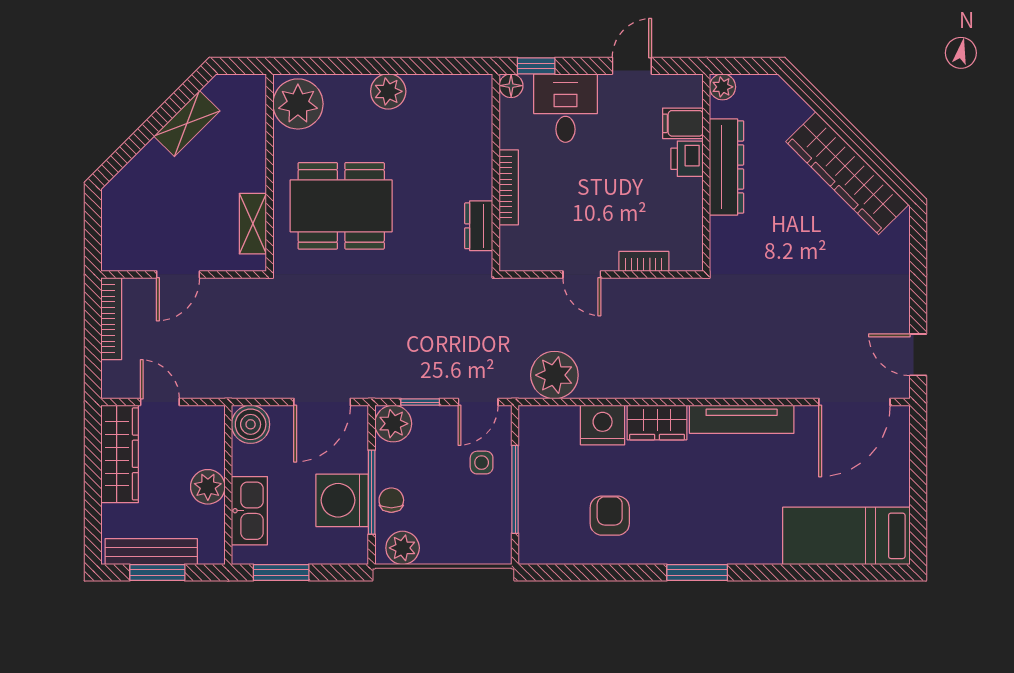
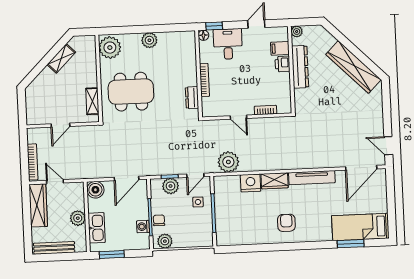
bookcase: (111, 319) -> (33, 162), moved
plant: (393, 424) -> (171, 186), moved
washing machine: (342, 500) -> (143, 227), width x0.53, depth x0.53
armchair: (610, 516) -> (286, 223), moved
window: (157, 573) -> (57, 257), removed
window: (697, 573) -> (351, 244), moved

